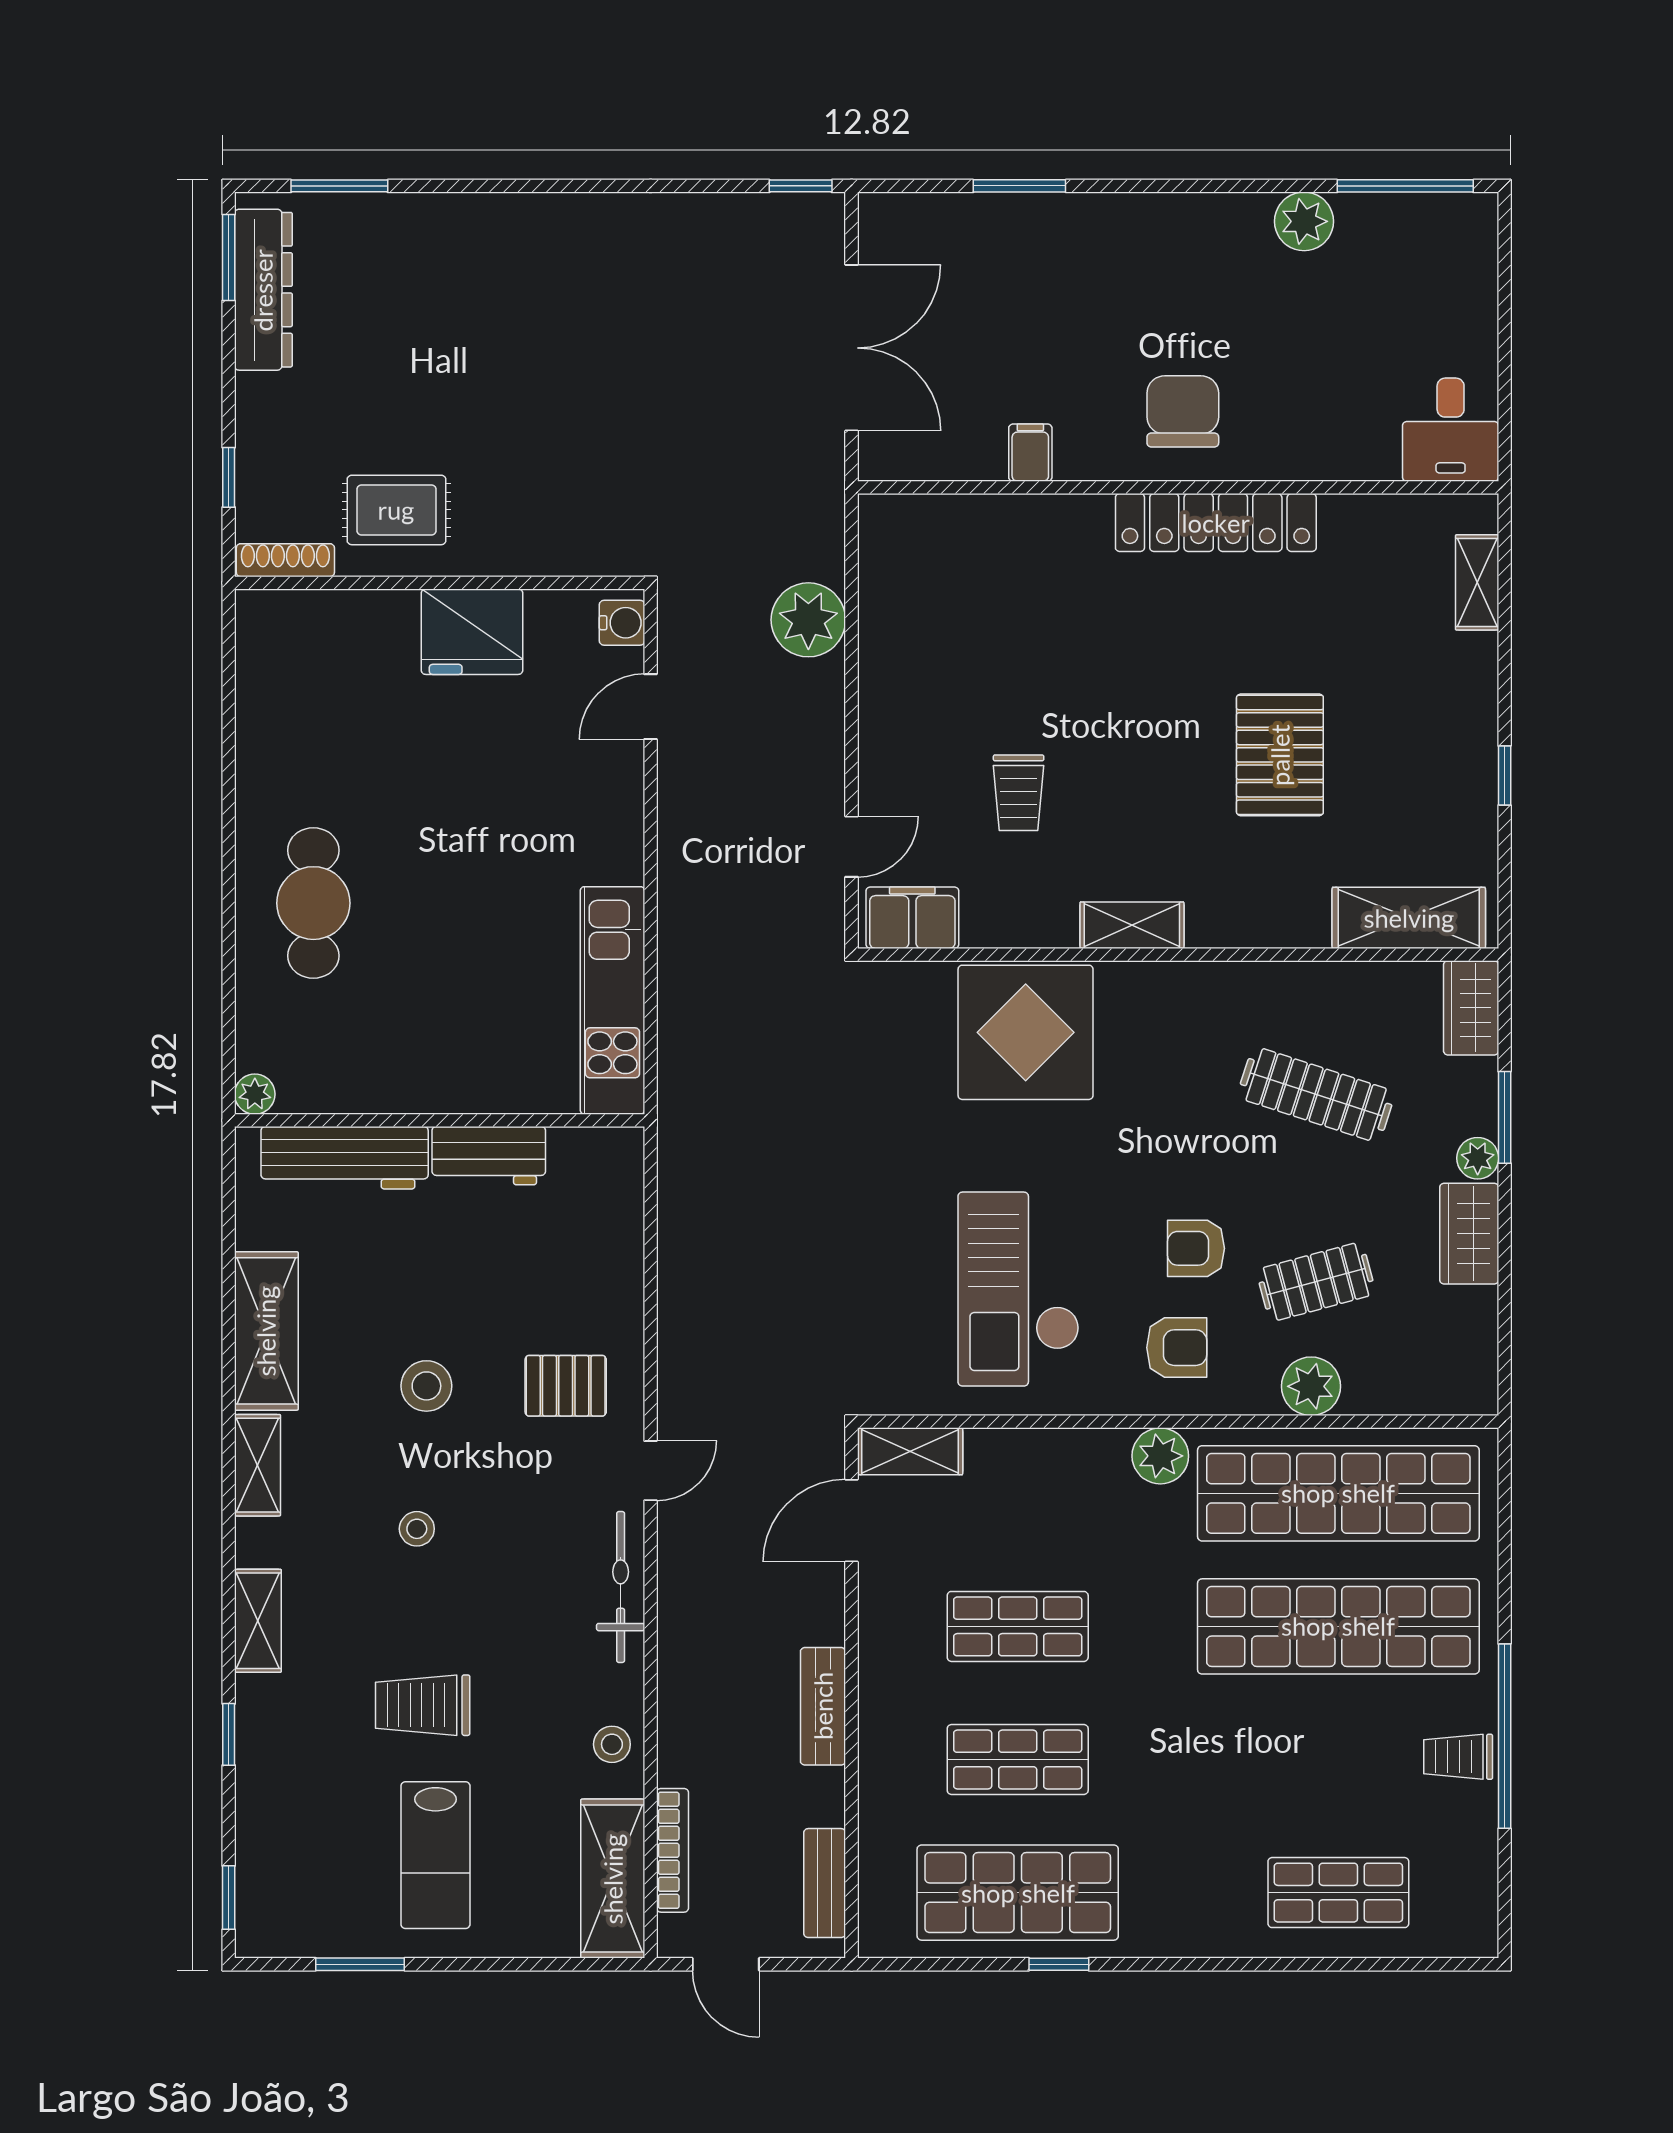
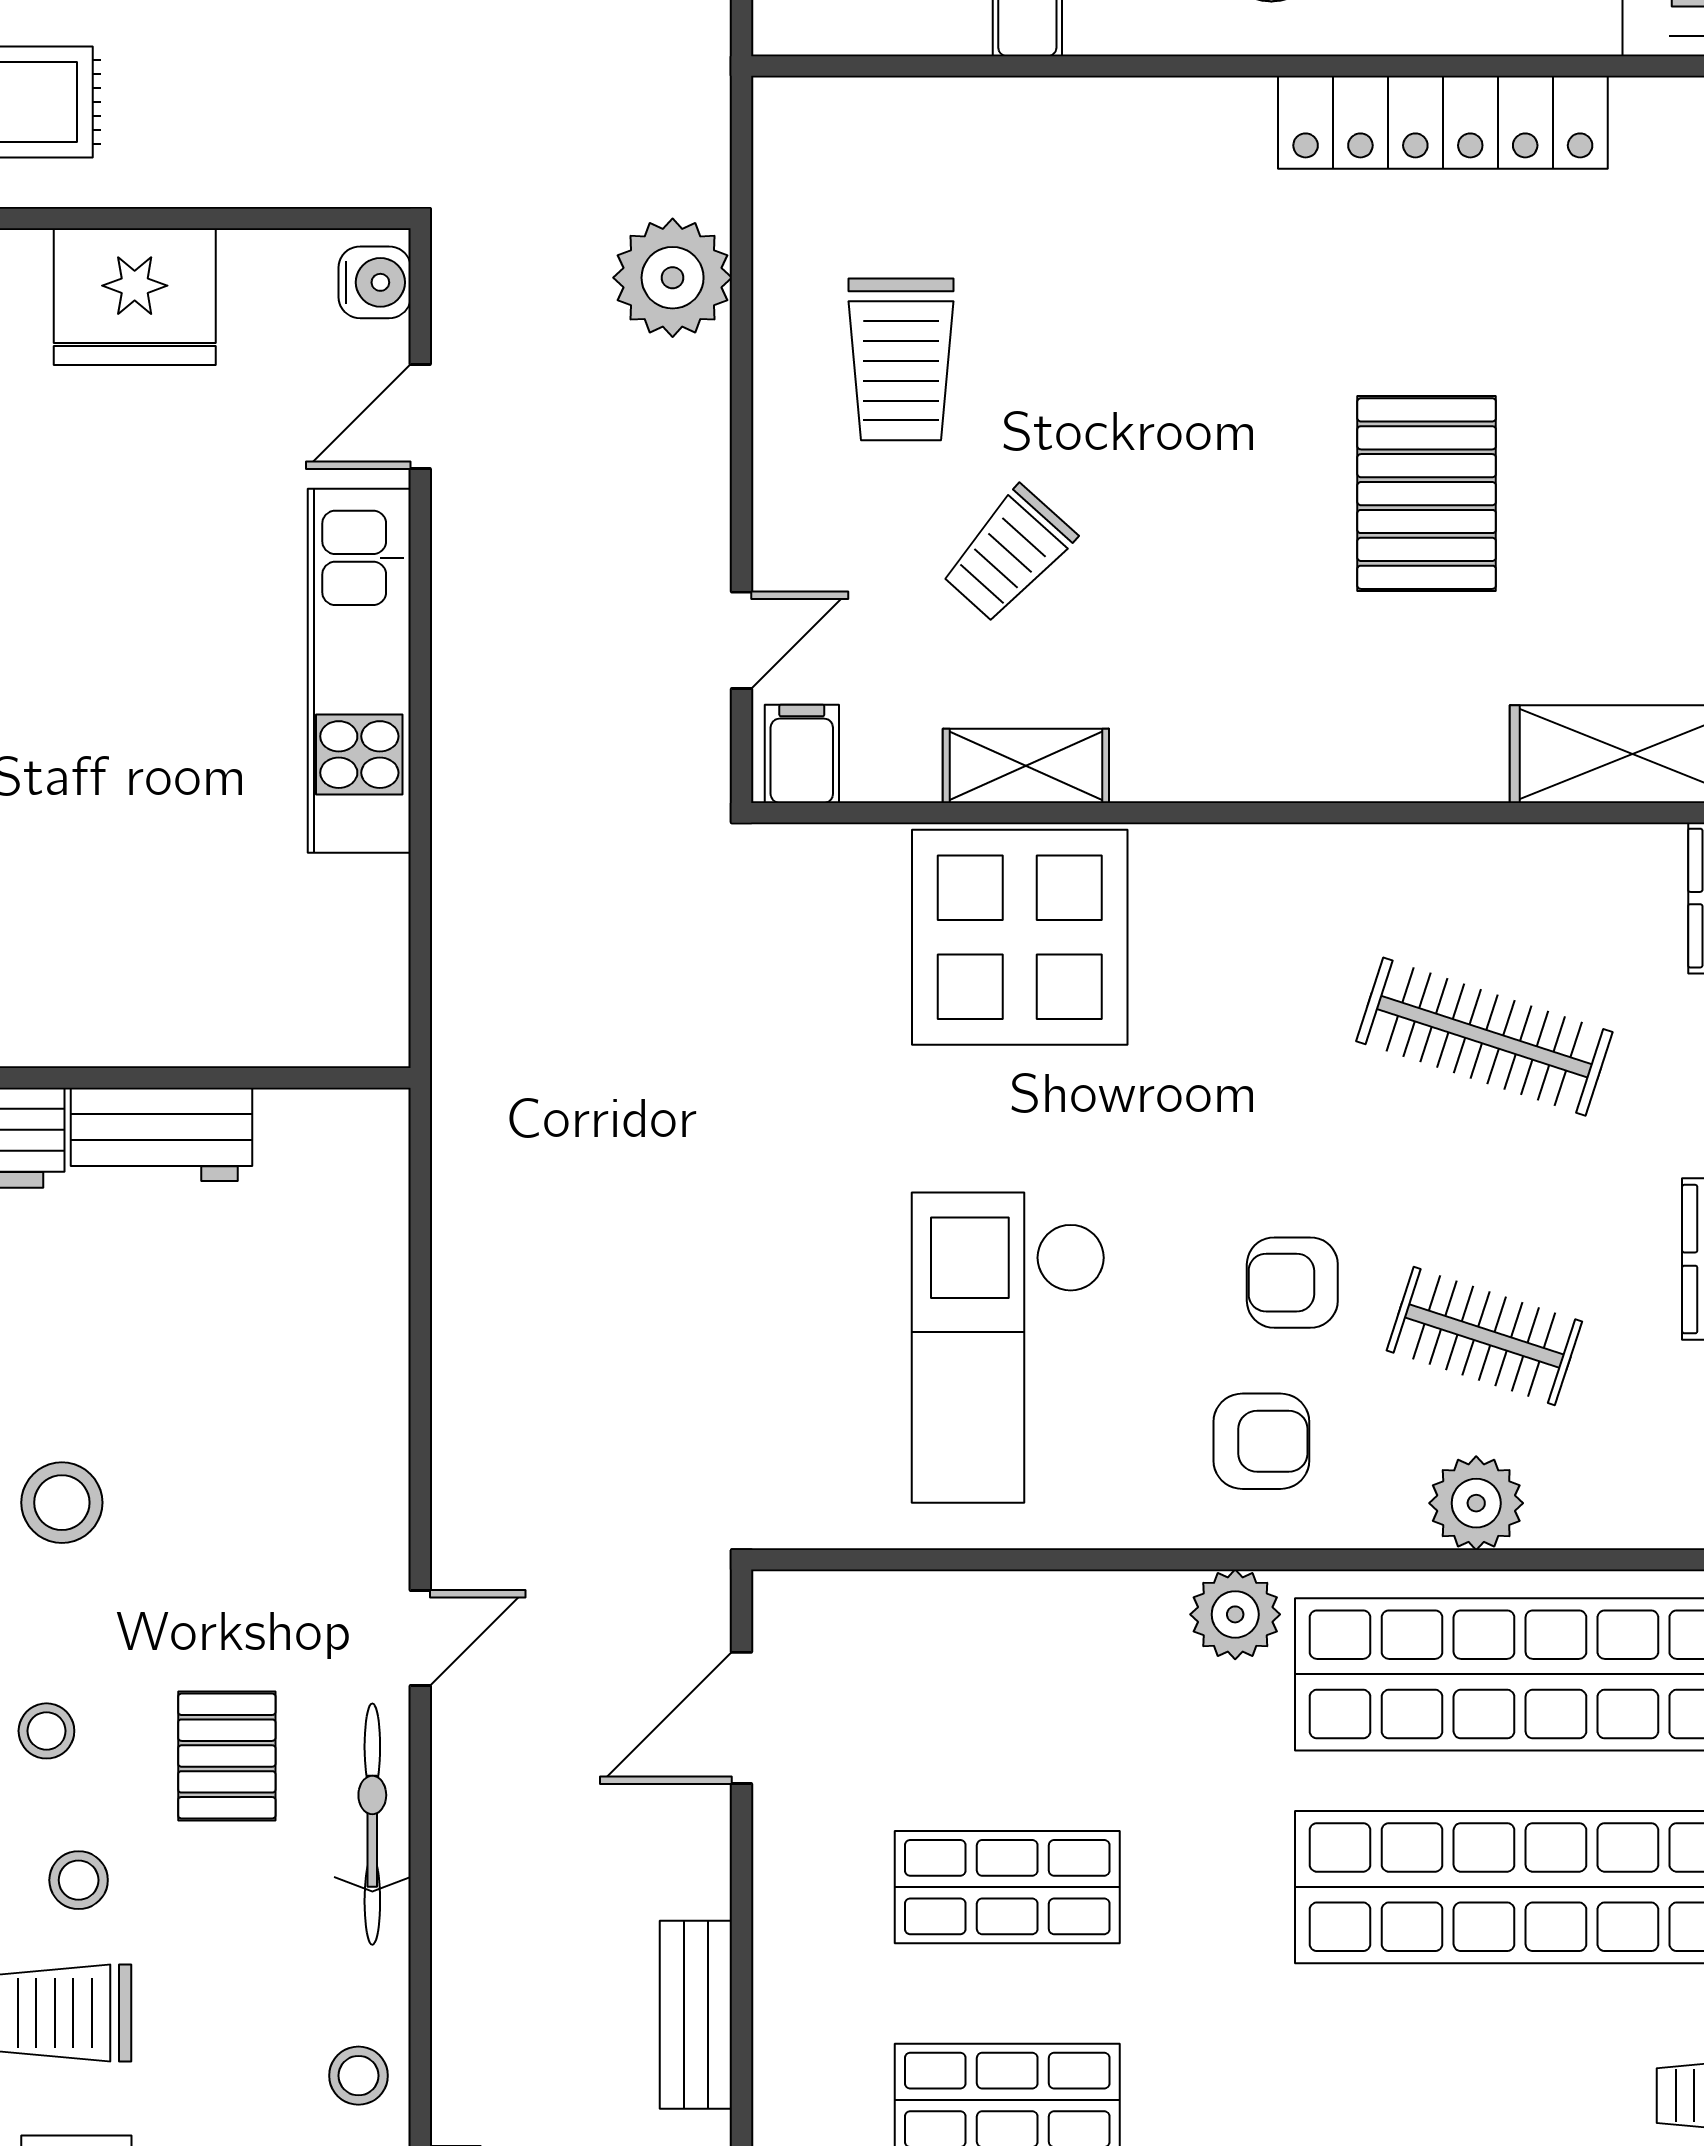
locker: (1216, 523) -> (1443, 122), moved
trolley: (951, 671) -> (901, 359), added
trolley: (1019, 793) -> (1009, 554), turned 42
filing cabinet: (912, 918) -> (802, 754), width x0.50
shelving: (1132, 925) -> (1026, 766), moved
kitchen unit: (612, 1000) -> (359, 671), moved
clothes rail: (1316, 1282) -> (1484, 1336), turned 33
pallet: (566, 1386) -> (227, 1756), moved, turned 90
shelving: (910, 1451) -> (835, 1607), removed
stool: (437, 1622) -> (79, 1880), added

